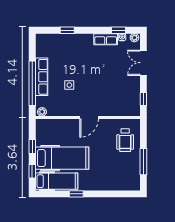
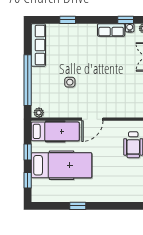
row of seats: (42, 77) -> (38, 45), moved
hospital bed: (57, 181) -> (55, 131), moved

